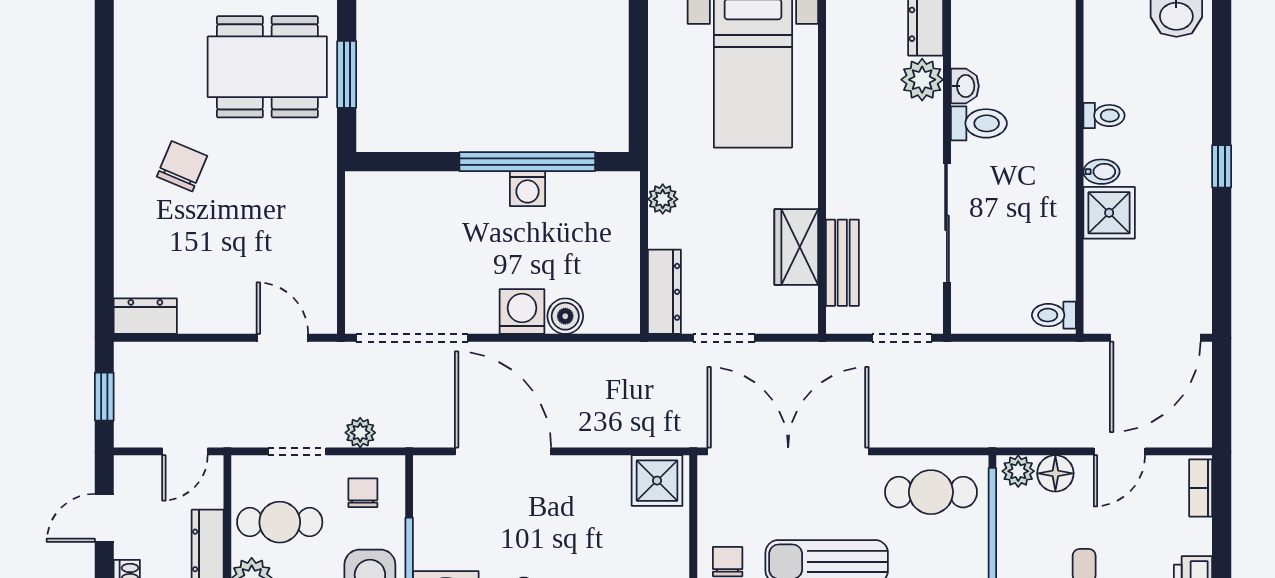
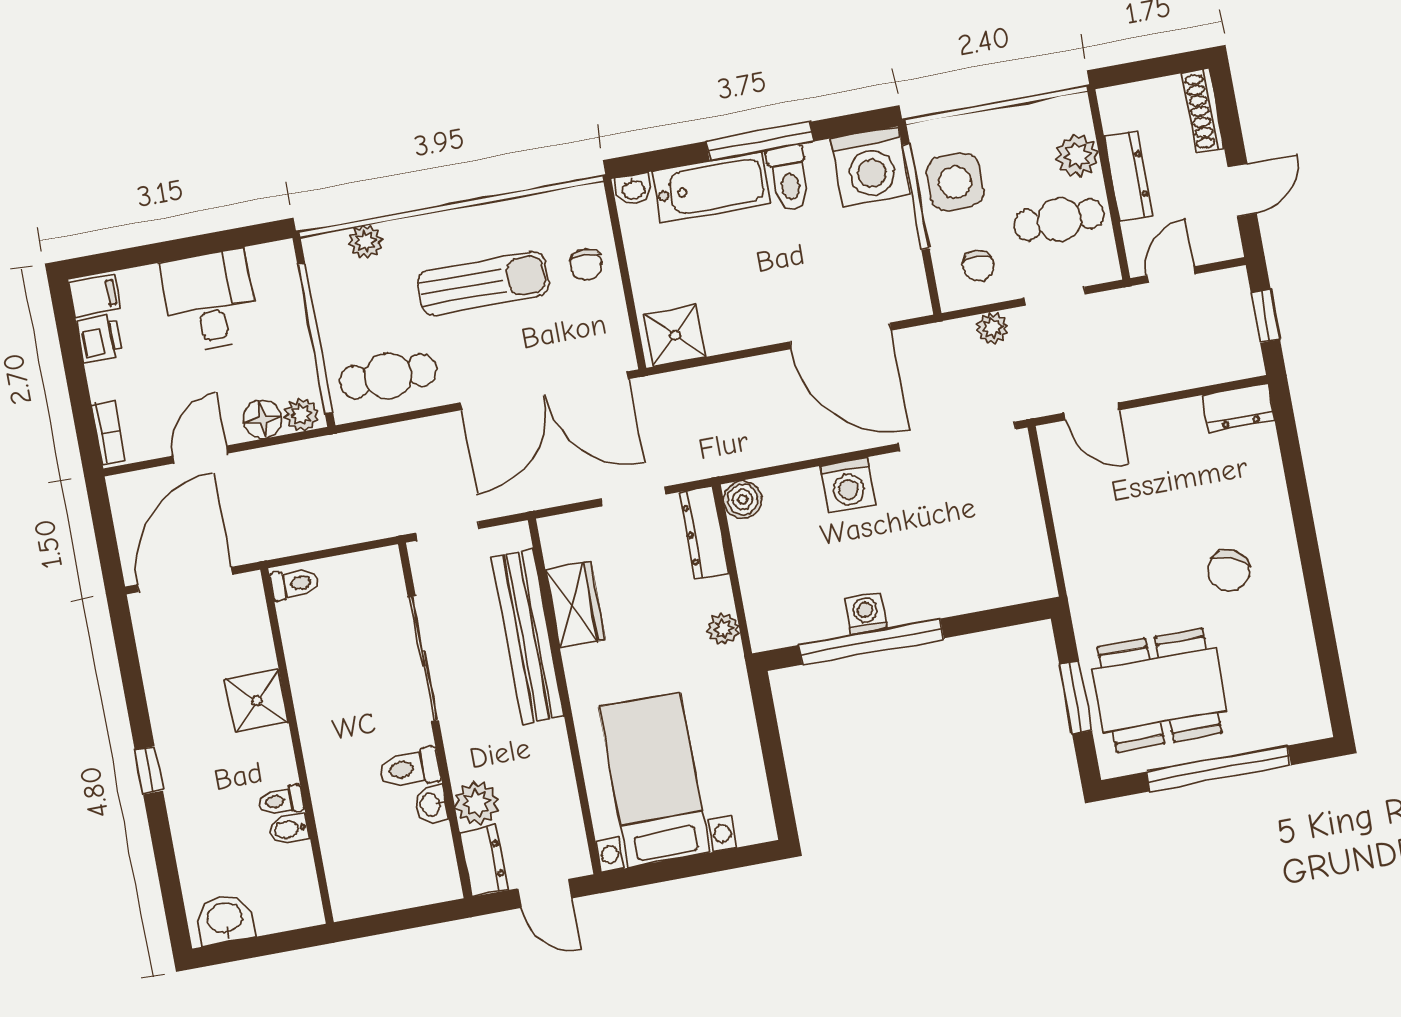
bidet: (1101, 172) -> (289, 829), moved
bench: (842, 263) -> (528, 637), width x1.86, depth x1.21
boiler: (565, 316) -> (743, 499), moved

